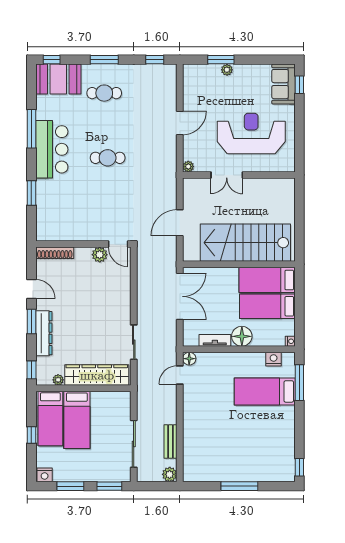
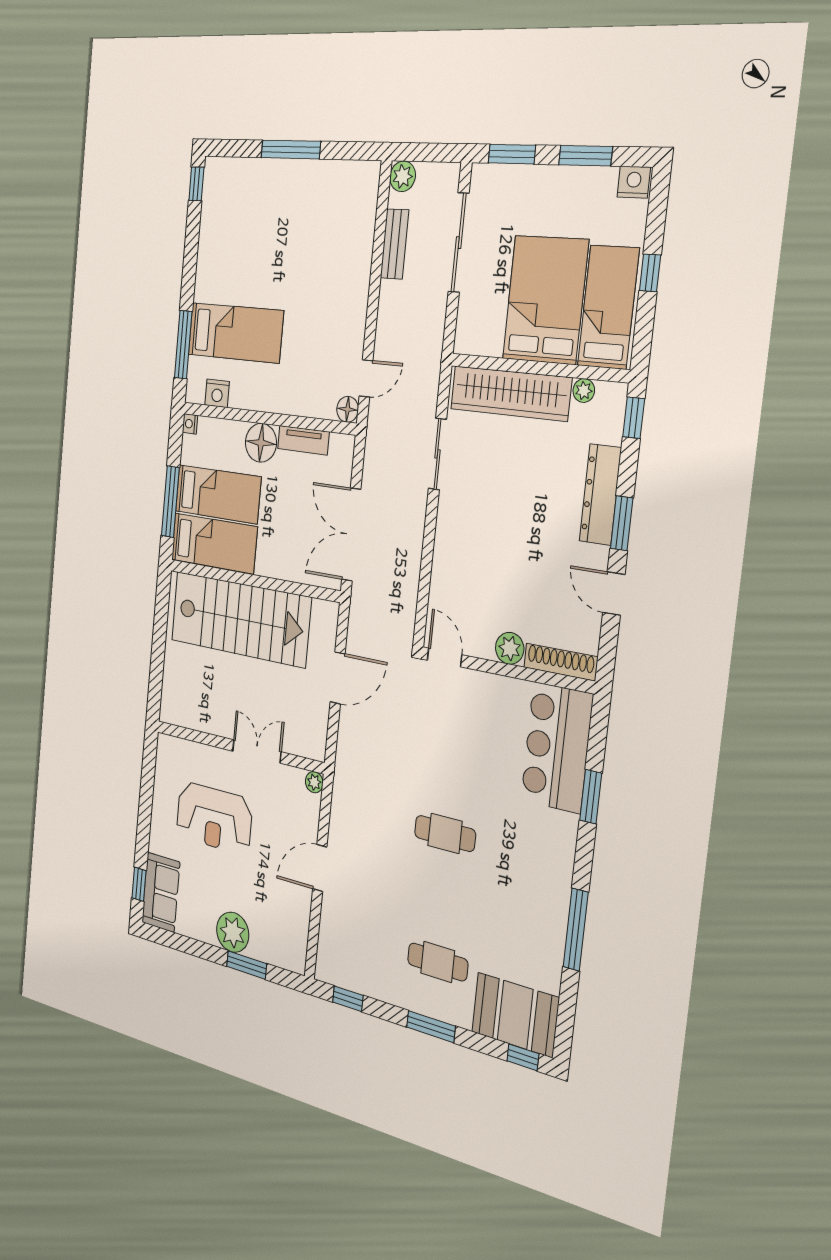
plant: (227, 70) -> (233, 932), width x1.88, depth x1.88
reception desk: (251, 133) -> (214, 818), width x0.74, depth x0.77
bar counter: (52, 149) -> (557, 748), moved
plant: (100, 255) -> (510, 648), moved
window: (299, 298) -> (170, 502), added
bed: (77, 420) -> (545, 300), width x1.50

